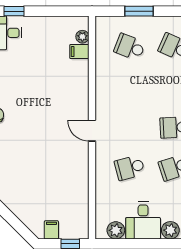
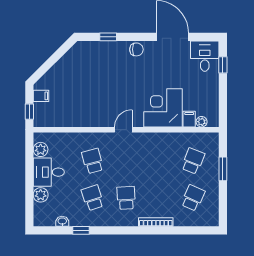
corner desk: (66, 83) -> (163, 108), added

